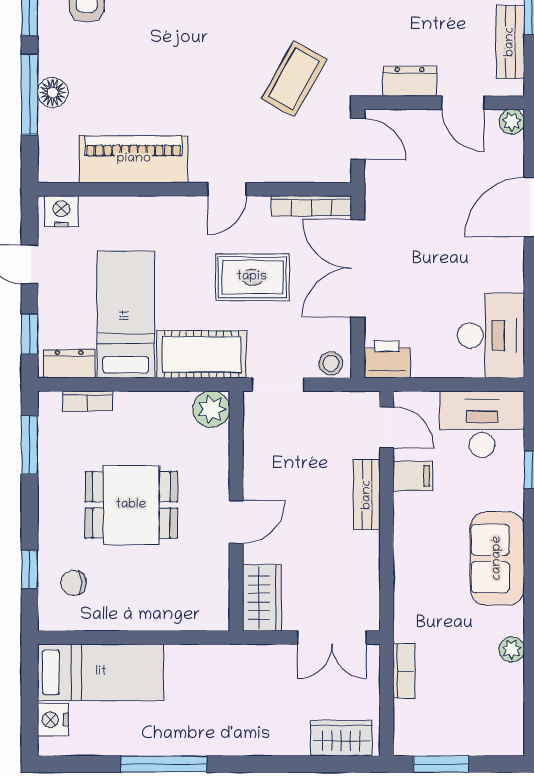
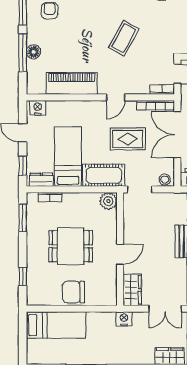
coffee table: (294, 79) -> (124, 38), moved
bookcase: (326, 172) -> (162, 90), added
chair: (74, 583) -> (73, 292), moved, width x1.87, depth x1.87
nightstand: (53, 720) -> (124, 319), moved, turned 90

